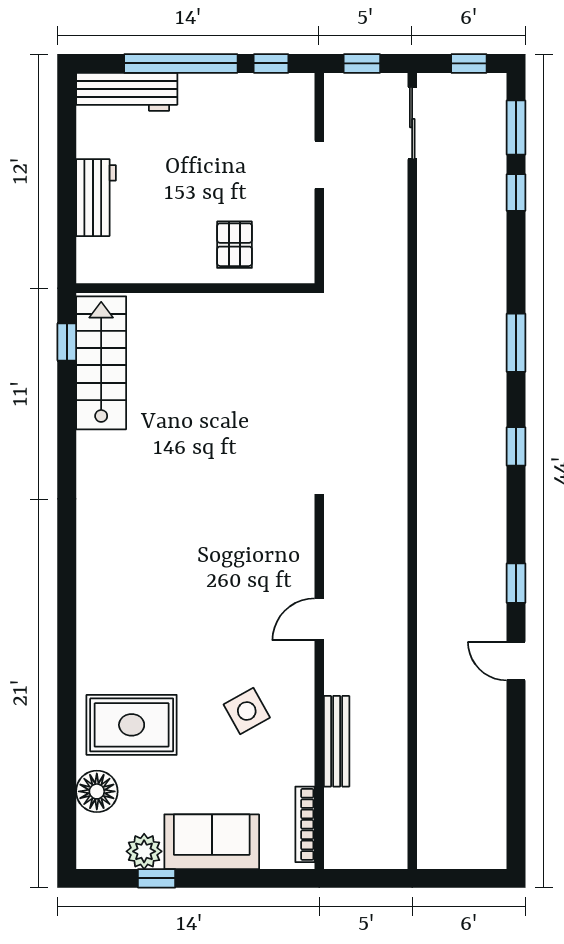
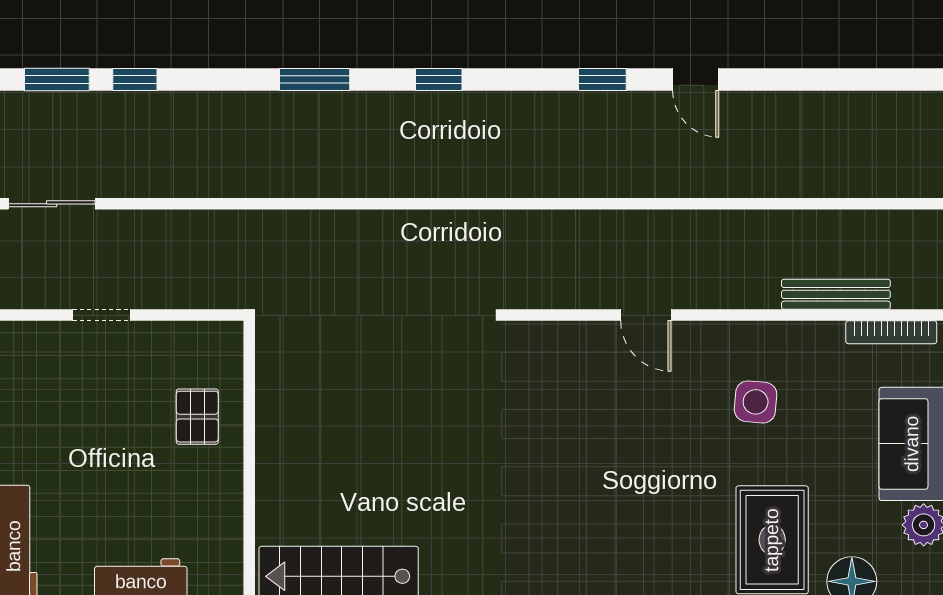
pallet: (235, 245) -> (197, 417), turned 90
door: (516, 661) -> (696, 79), hinge flipped
side table: (247, 711) -> (756, 402), turned 34
bench: (337, 741) -> (836, 294), moved

